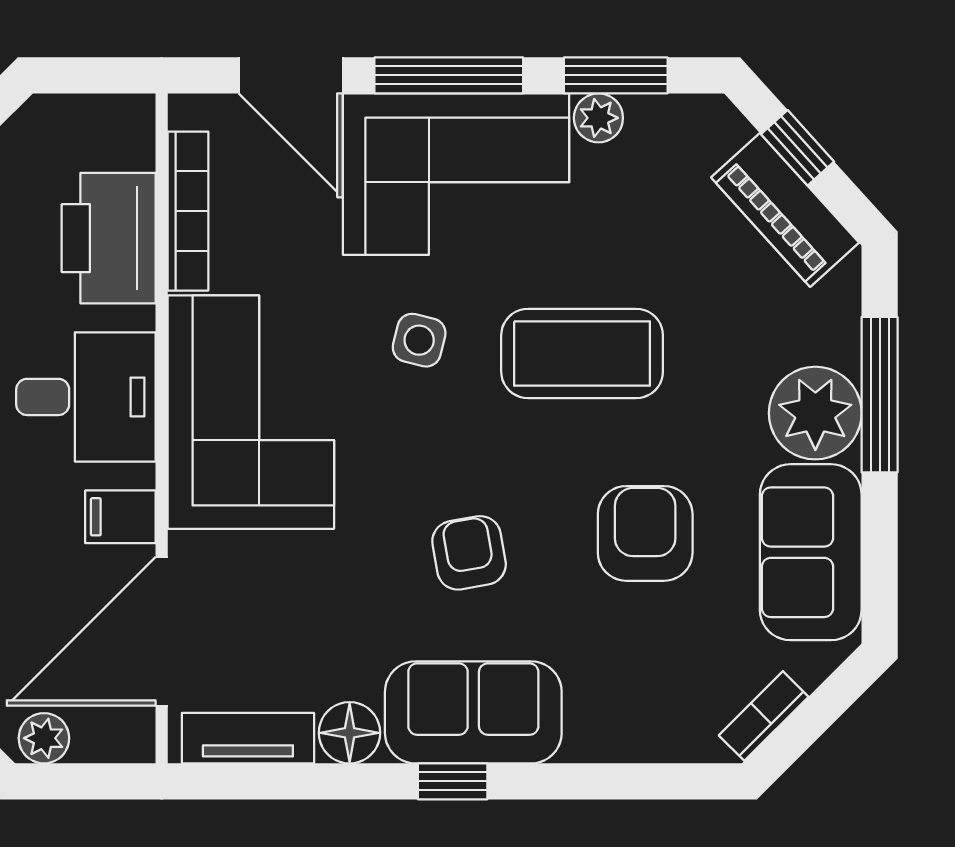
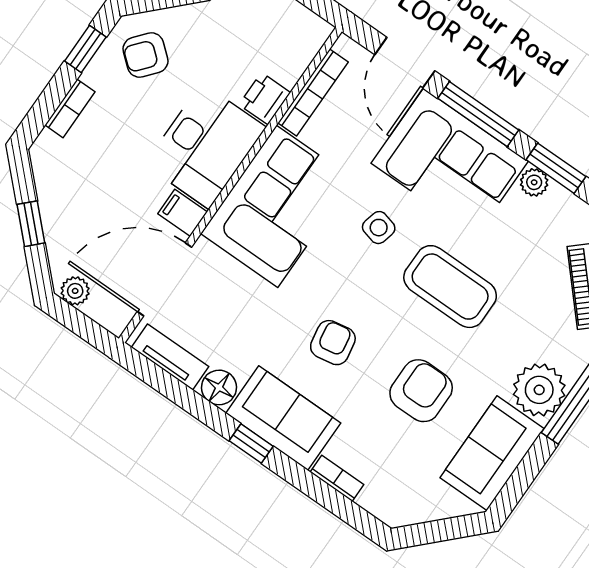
printer: (109, 238) -> (265, 98), width x0.53, depth x0.68
desk: (86, 397) -> (205, 146), width x1.37
bookcase: (764, 716) -> (337, 478), moved, turned 45

